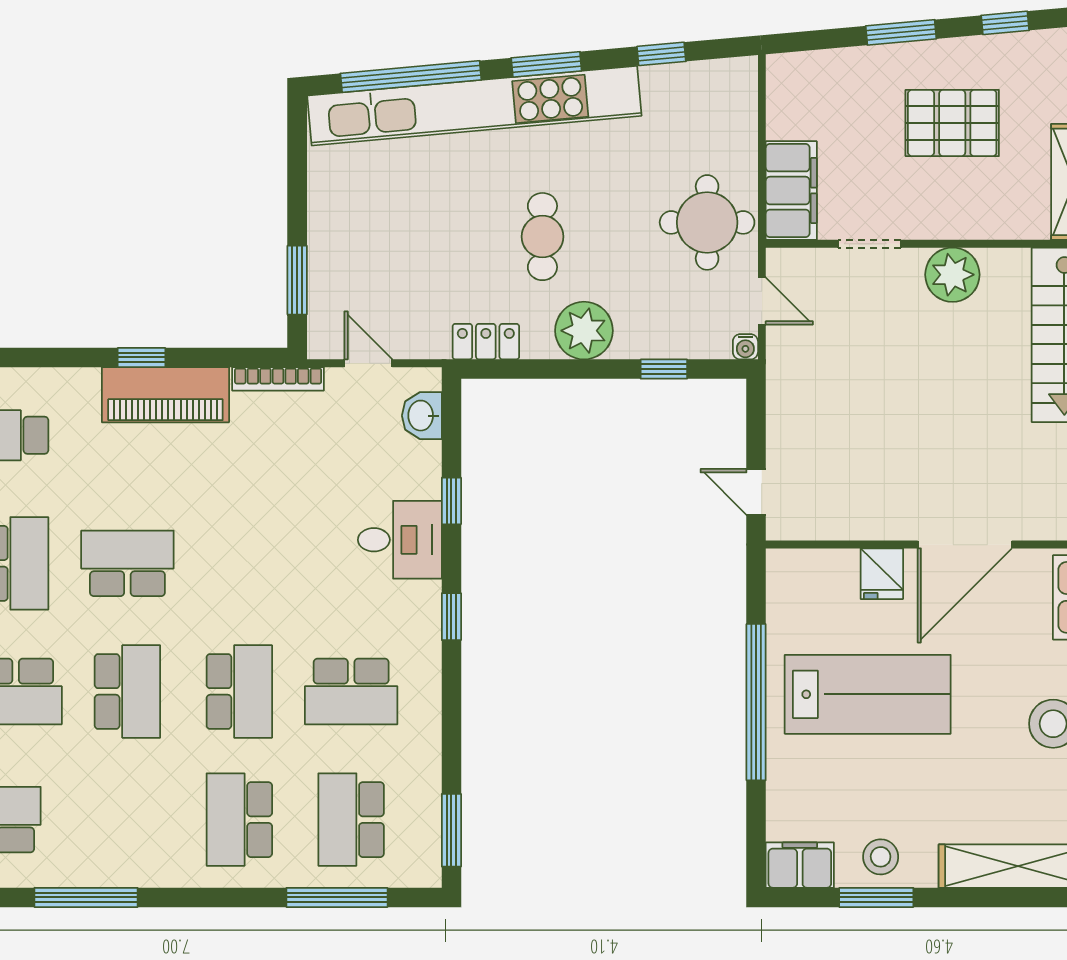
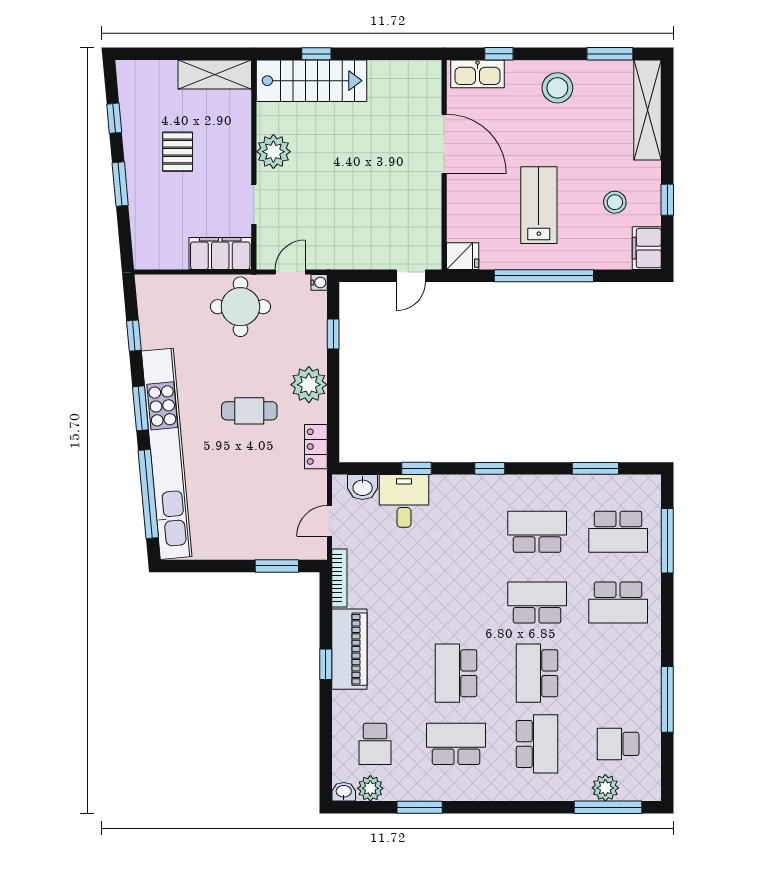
pallet: (952, 123) -> (178, 152), width x0.67, depth x0.71
desk: (400, 540) -> (404, 501), moved
fridge: (882, 574) -> (463, 256), moved
school desk: (127, 691) -> (537, 673), turned -90
school desk: (351, 691) -> (537, 532), turned -90
lab bench: (868, 694) -> (539, 205), width x0.73, depth x0.72
window: (451, 830) -> (595, 468), moved
stool: (881, 857) -> (615, 202), moved
window: (876, 897) -> (667, 200), width x0.67

